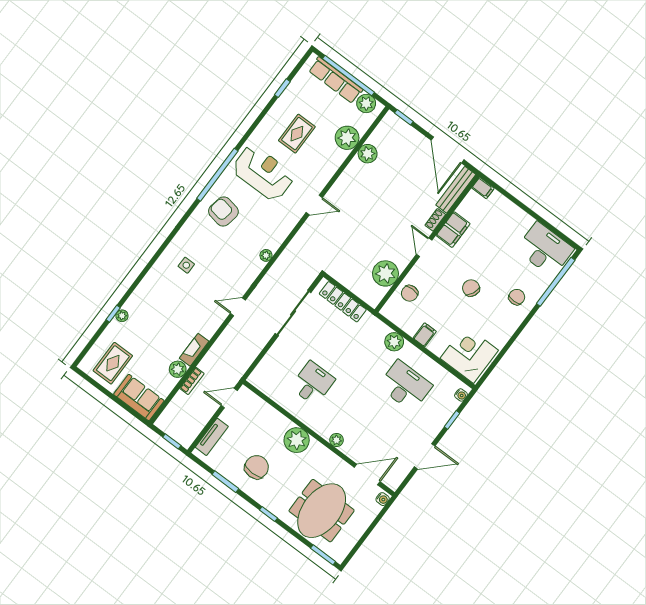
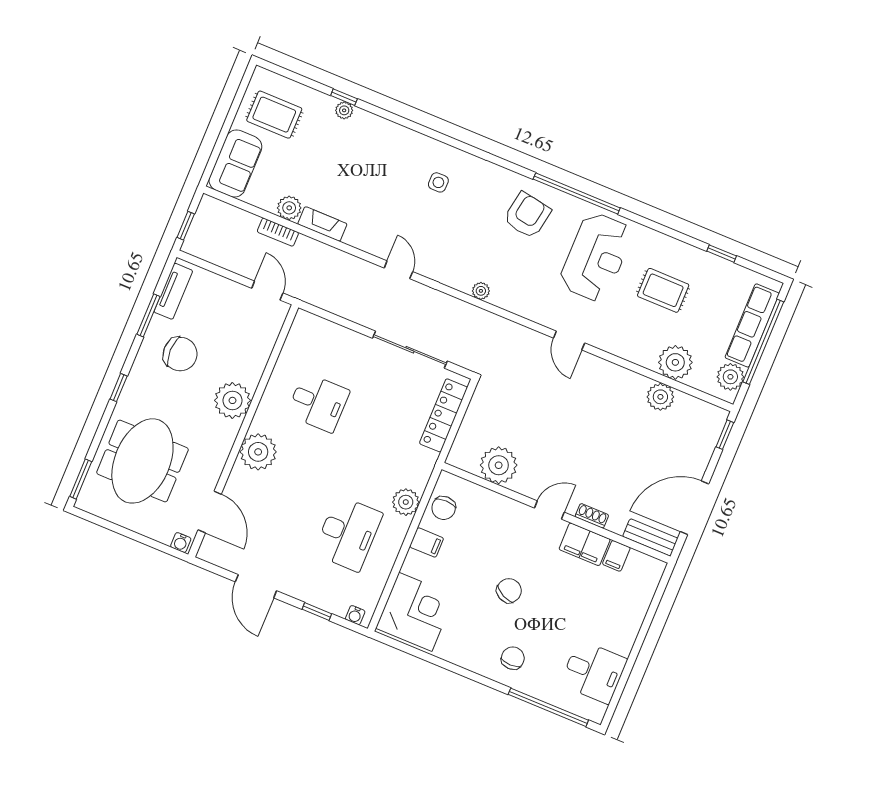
filing cabinet: (483, 188) -> (616, 556), moved
bench: (456, 190) -> (650, 537), width x0.73
desk: (545, 249) -> (594, 672), width x0.73
chair: (410, 293) -> (444, 508), moved, turned -90
chair: (517, 297) -> (513, 658), turned -90
tv unit: (212, 437) -> (173, 291), moved, turned -90
plant: (336, 440) -> (258, 452), width x1.88, depth x1.88
meeting table: (322, 511) -> (142, 461), turned 90

